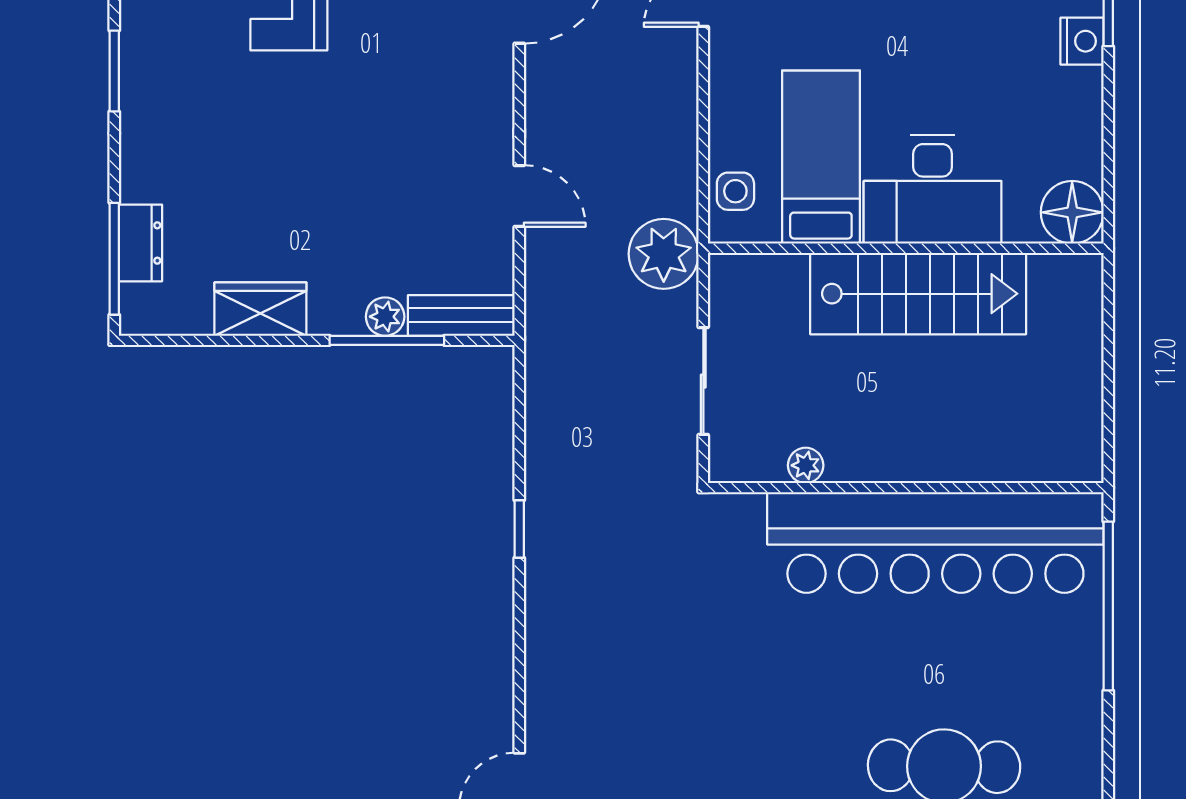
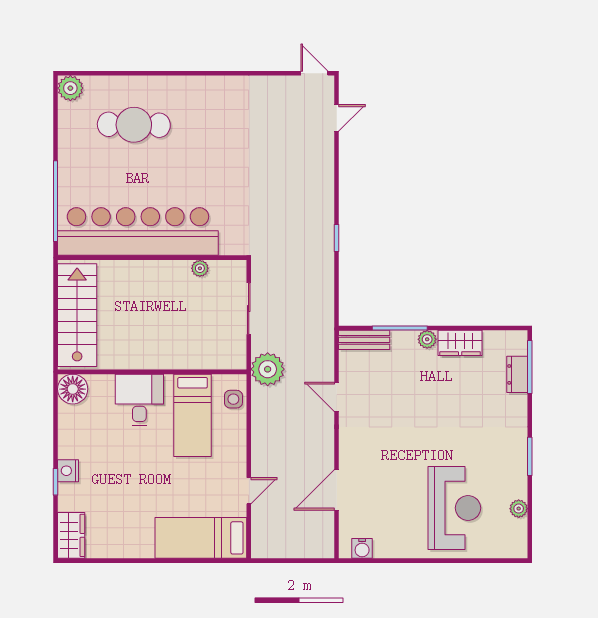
desk: (933, 190) -> (139, 400), width x0.73
stairs: (918, 294) -> (77, 315), moved, turned 90
plant: (385, 317) -> (427, 339), moved

